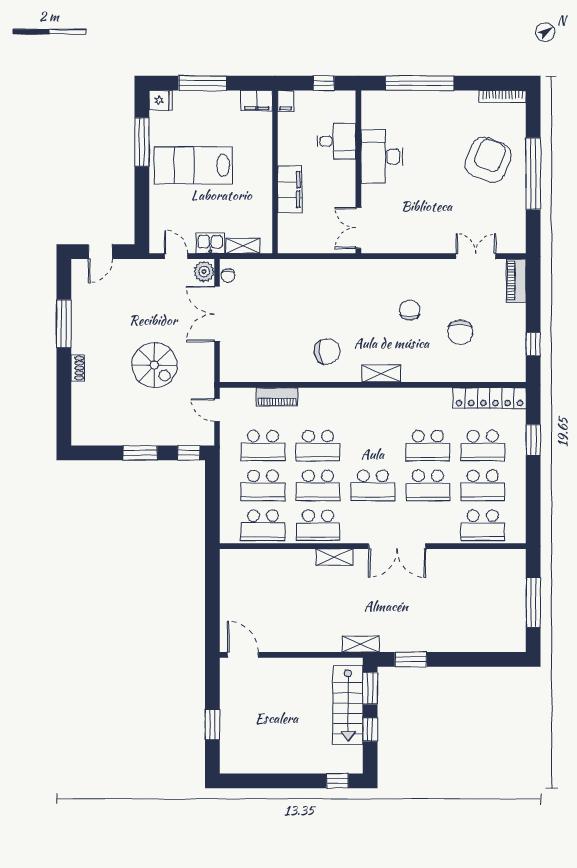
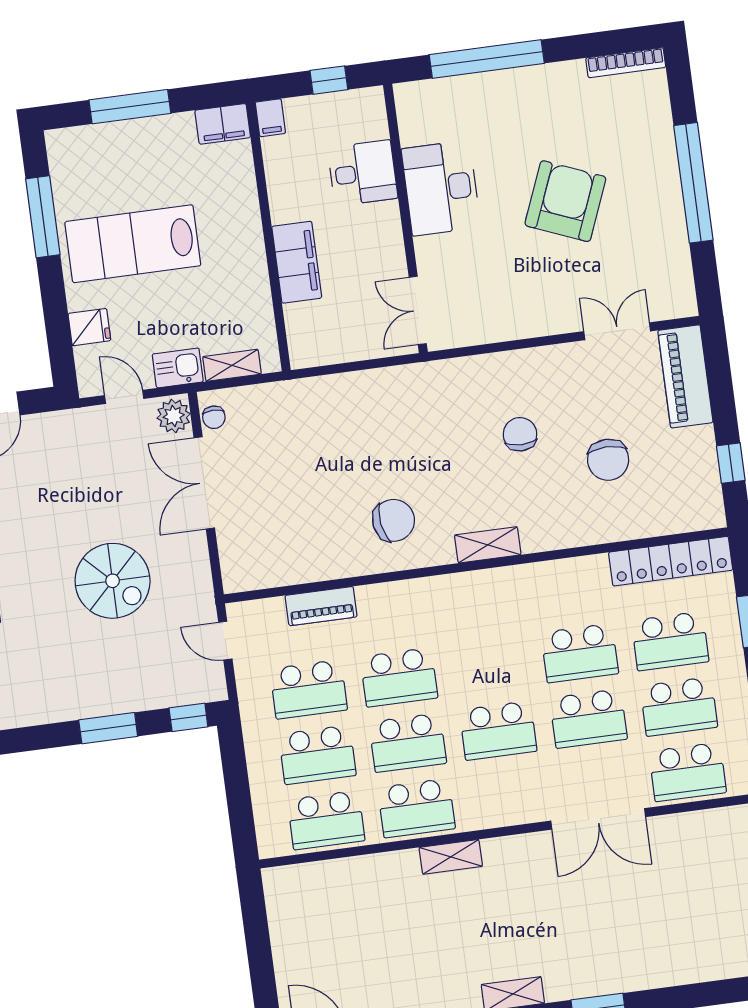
fridge: (161, 100) -> (89, 327), moved
armchair: (488, 160) -> (565, 201), moved
piano: (516, 281) -> (685, 376), width x1.37, depth x1.33
double door: (397, 546) -> (598, 819), moved

